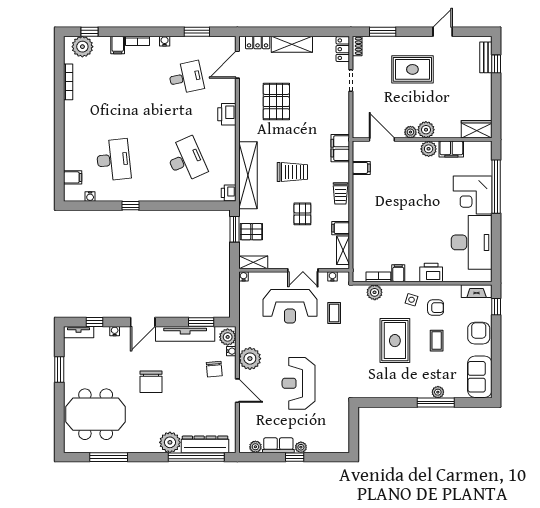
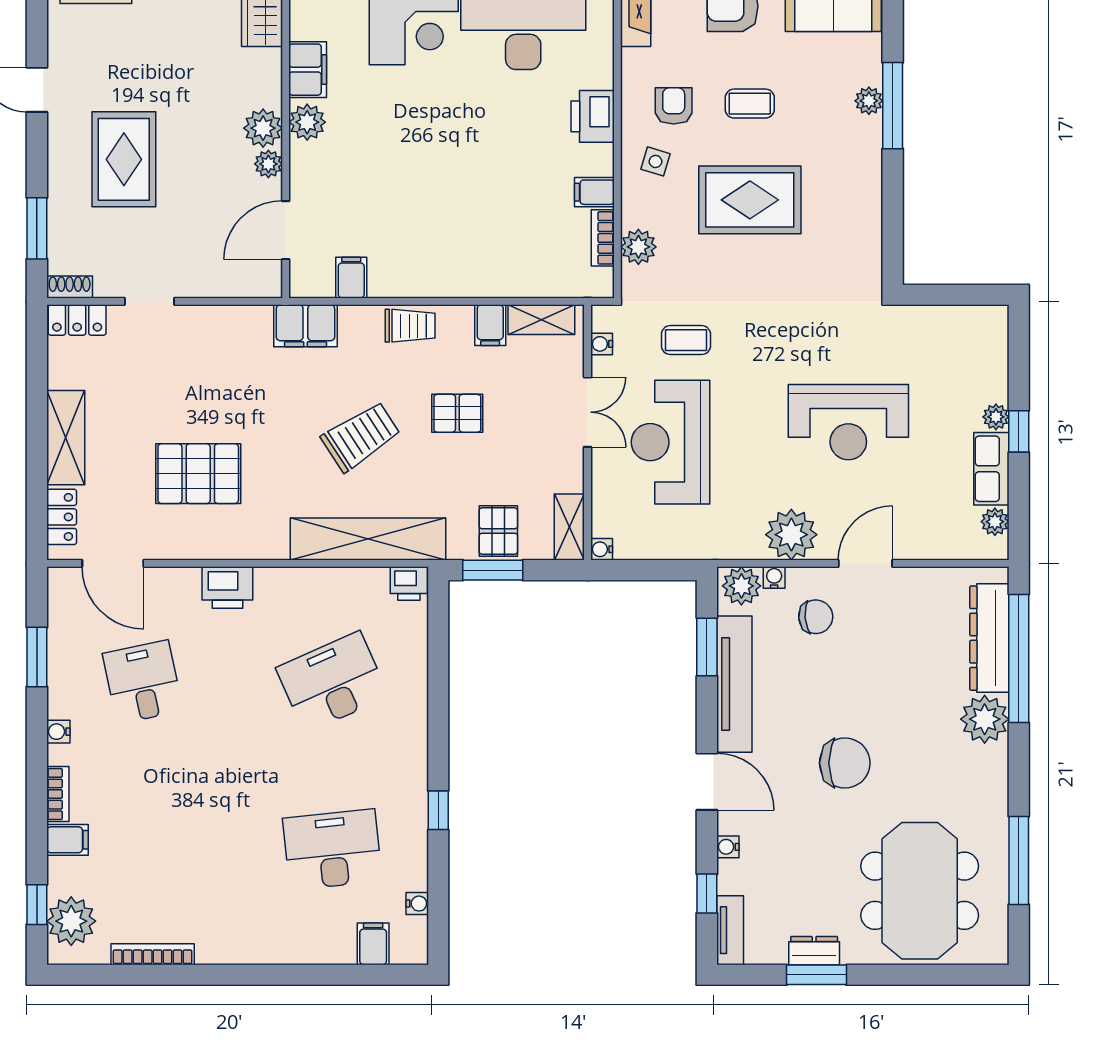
trolley: (292, 172) -> (361, 436), turned 57
reception desk: (290, 306) -> (670, 442), turned 180
dresser: (70, 368) -> (814, 951), added

